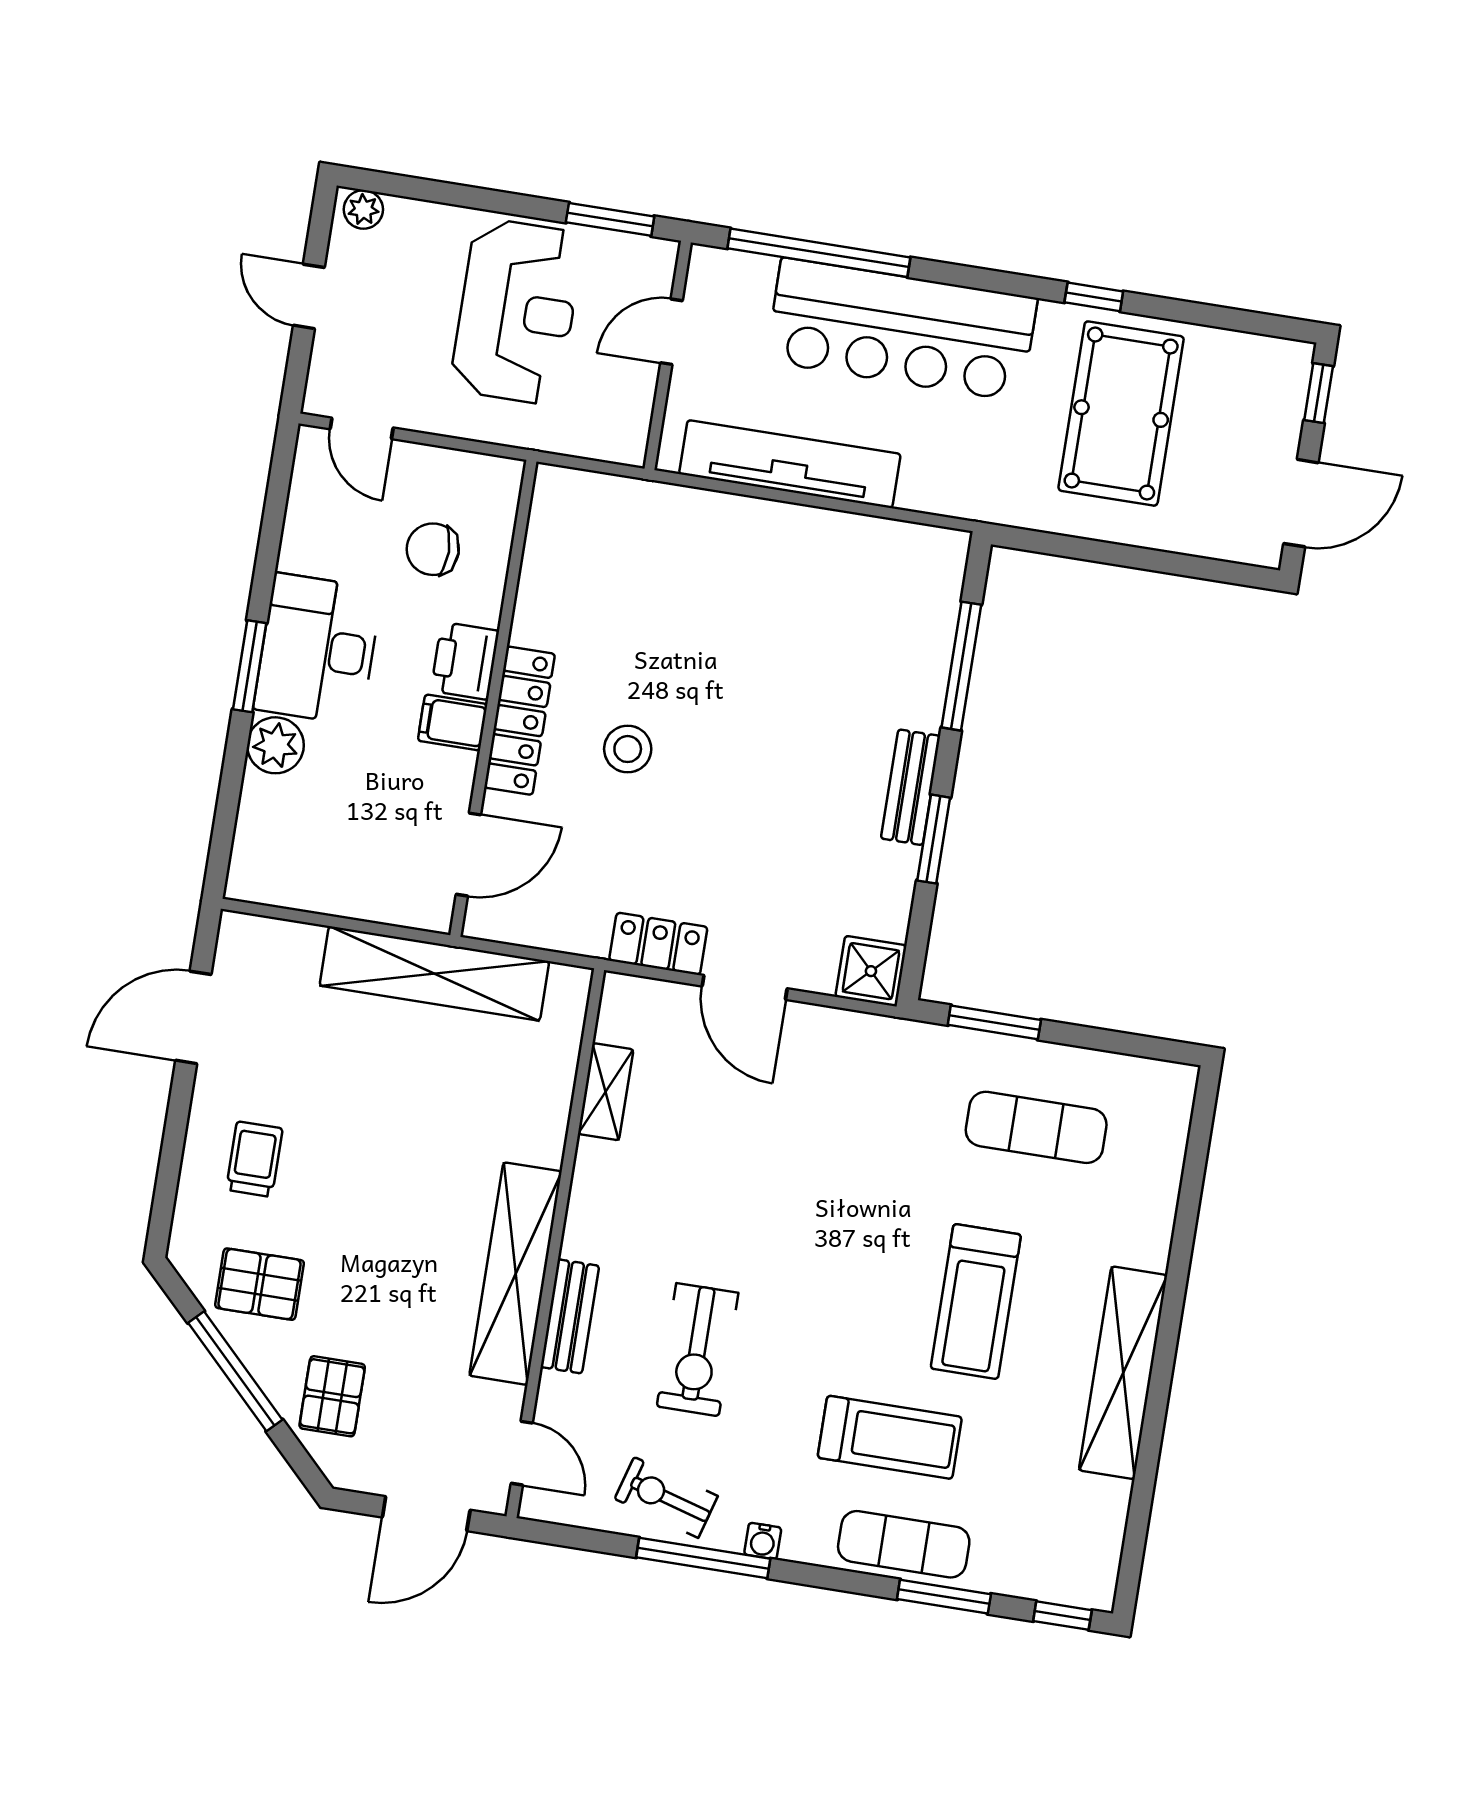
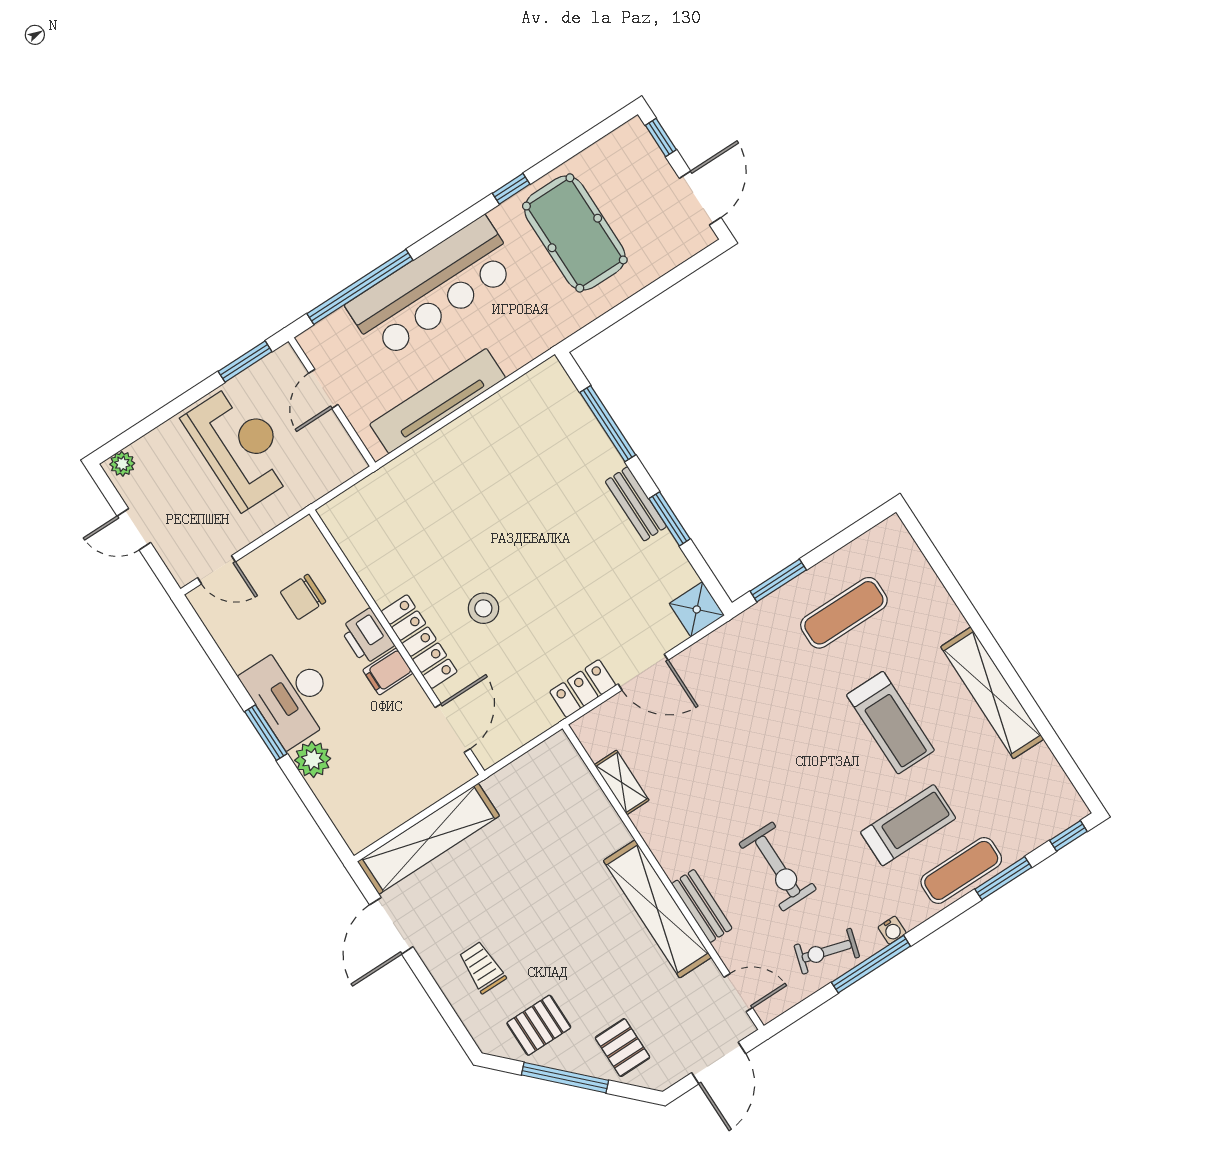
shelving: (434, 973) -> (428, 839), moved

